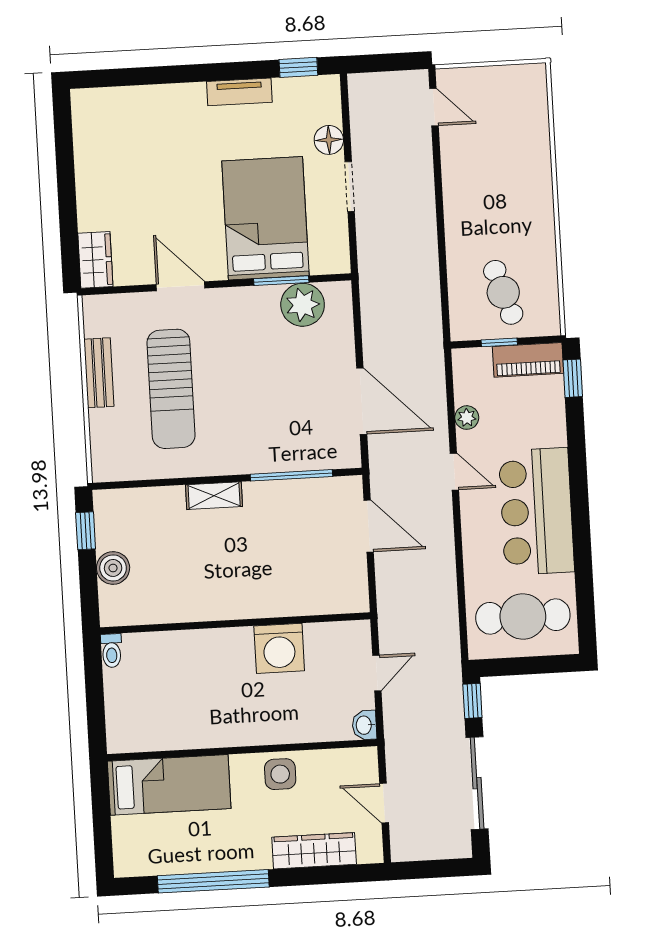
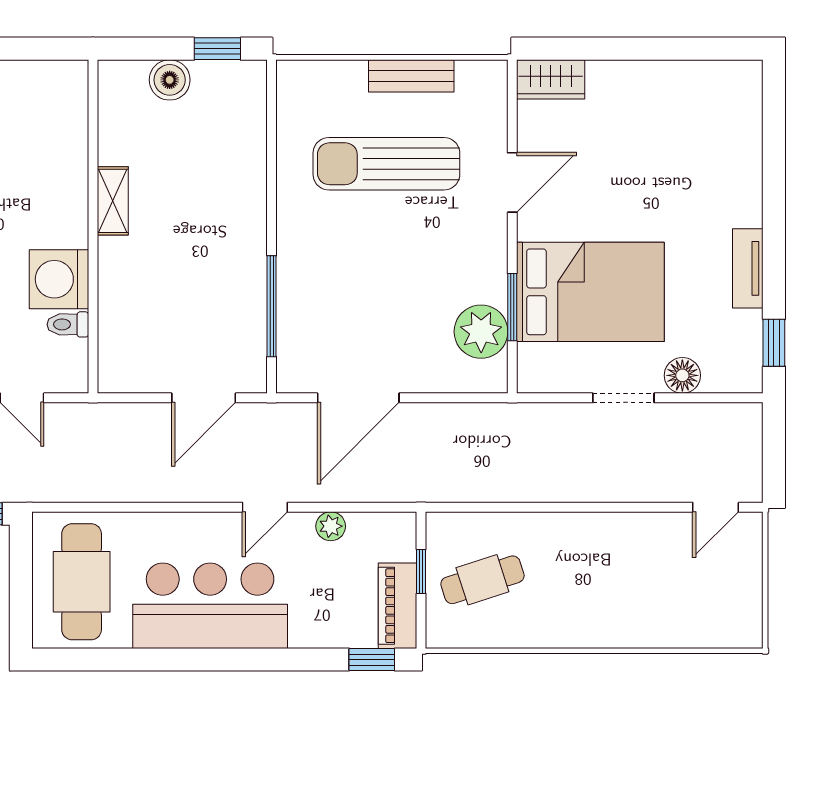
shelving: (214, 496) -> (113, 201), moved
toilet: (112, 651) -> (68, 324), moved

